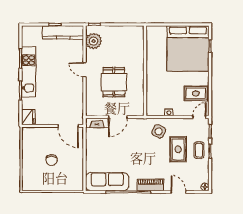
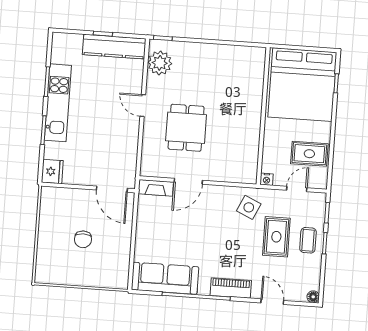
wall: (145, 71) -> (263, 116), moved
door: (199, 117) -> (297, 189), moved

